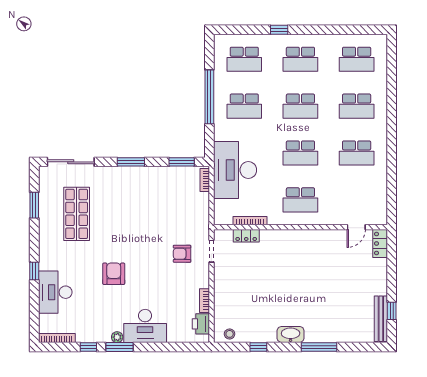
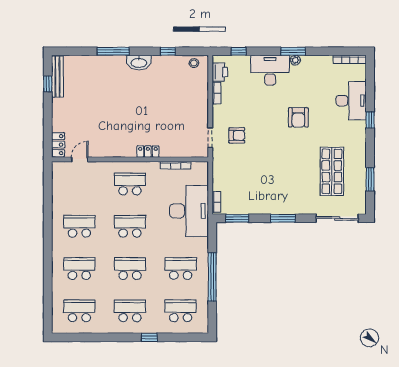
locker: (246, 236) -> (148, 152), moved
window: (88, 347) -> (239, 51), moved

